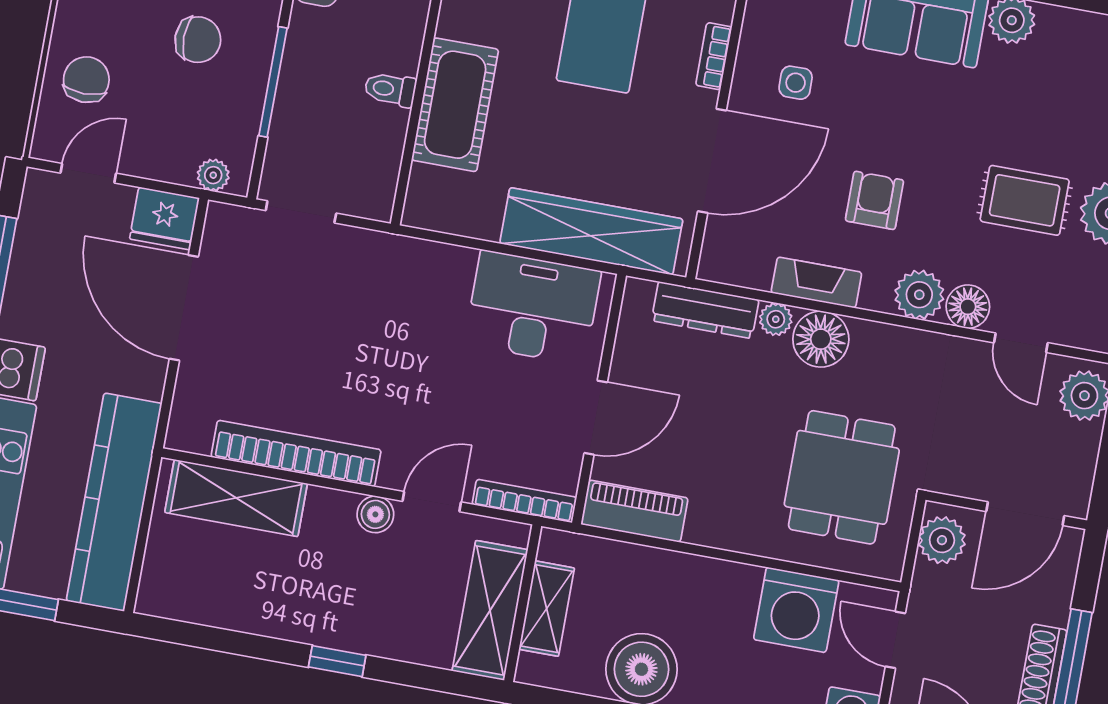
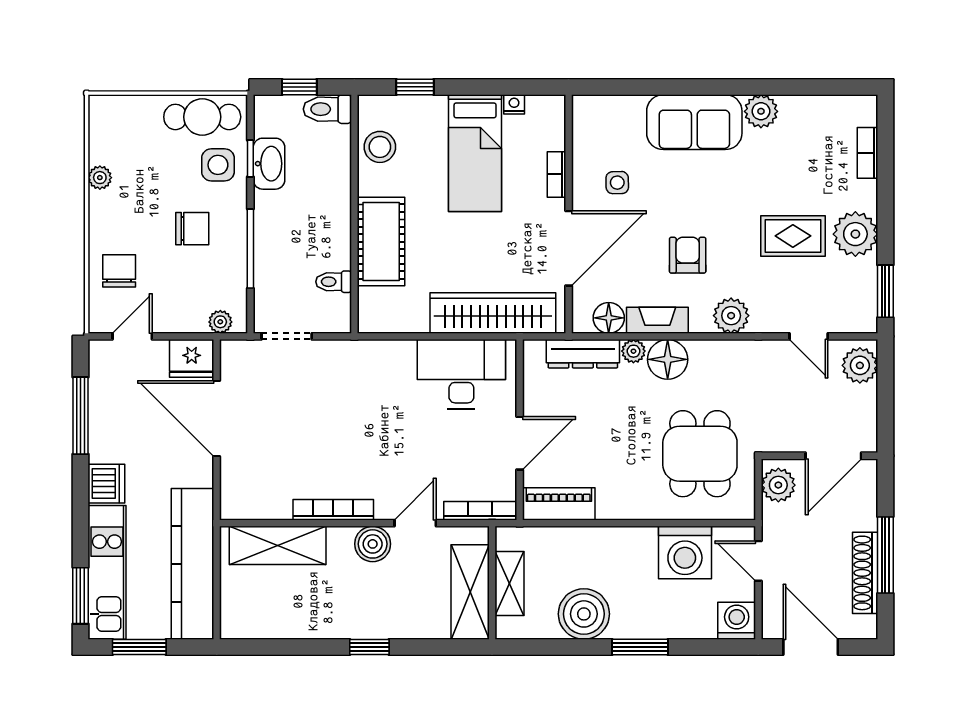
toilet: (390, 89) -> (334, 282), moved
floor lamp: (968, 307) -> (609, 318), moved
bookcase: (296, 453) -> (333, 510), width x0.68, depth x0.76
boiler: (375, 514) -> (373, 544), width x1.36, depth x1.36

